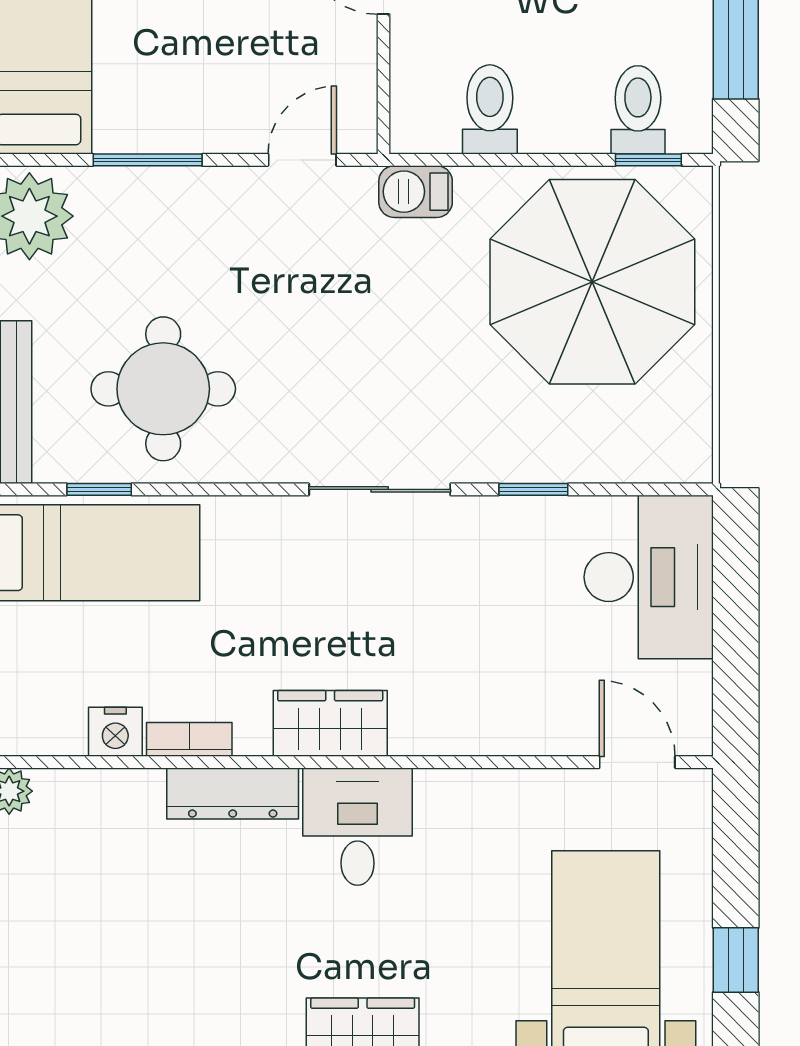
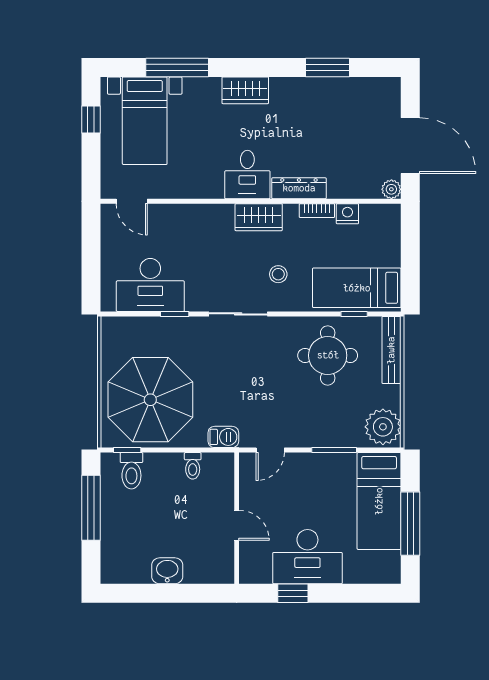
toilet: (490, 109) -> (193, 466), width x0.73, depth x0.72
desk: (649, 577) -> (150, 285), moved, turned -90
stool: (283, 586) -> (278, 274), added

